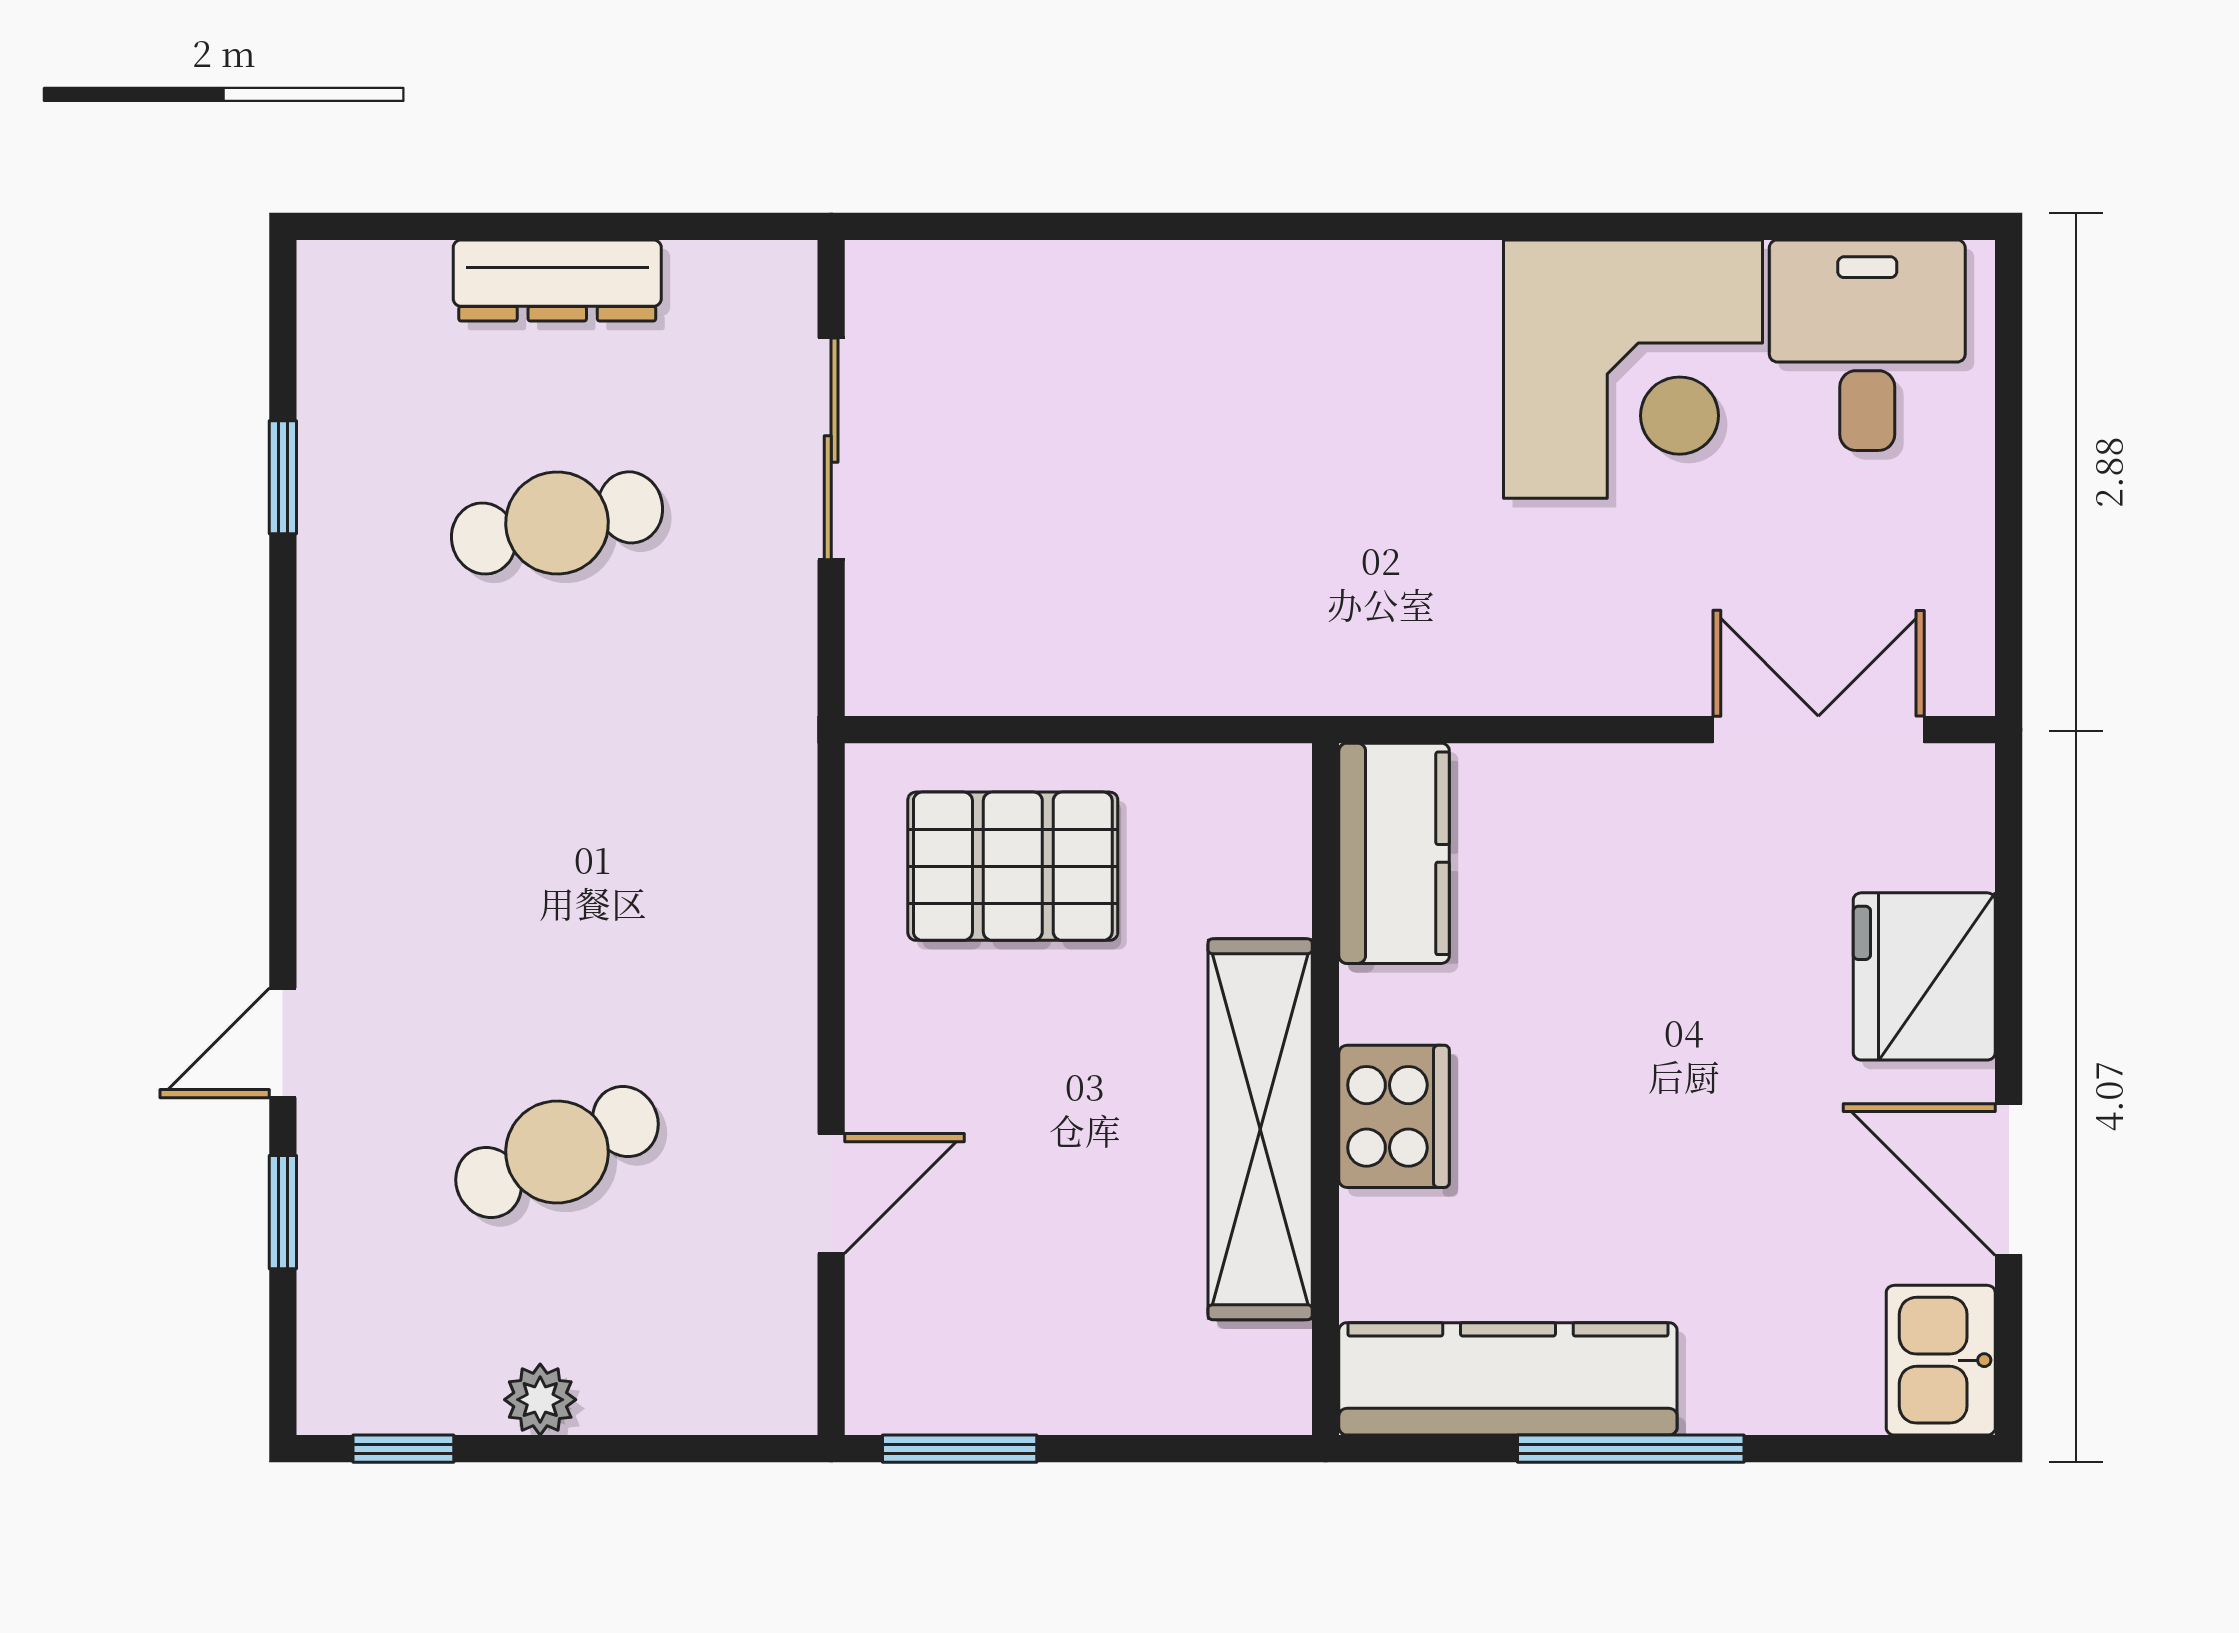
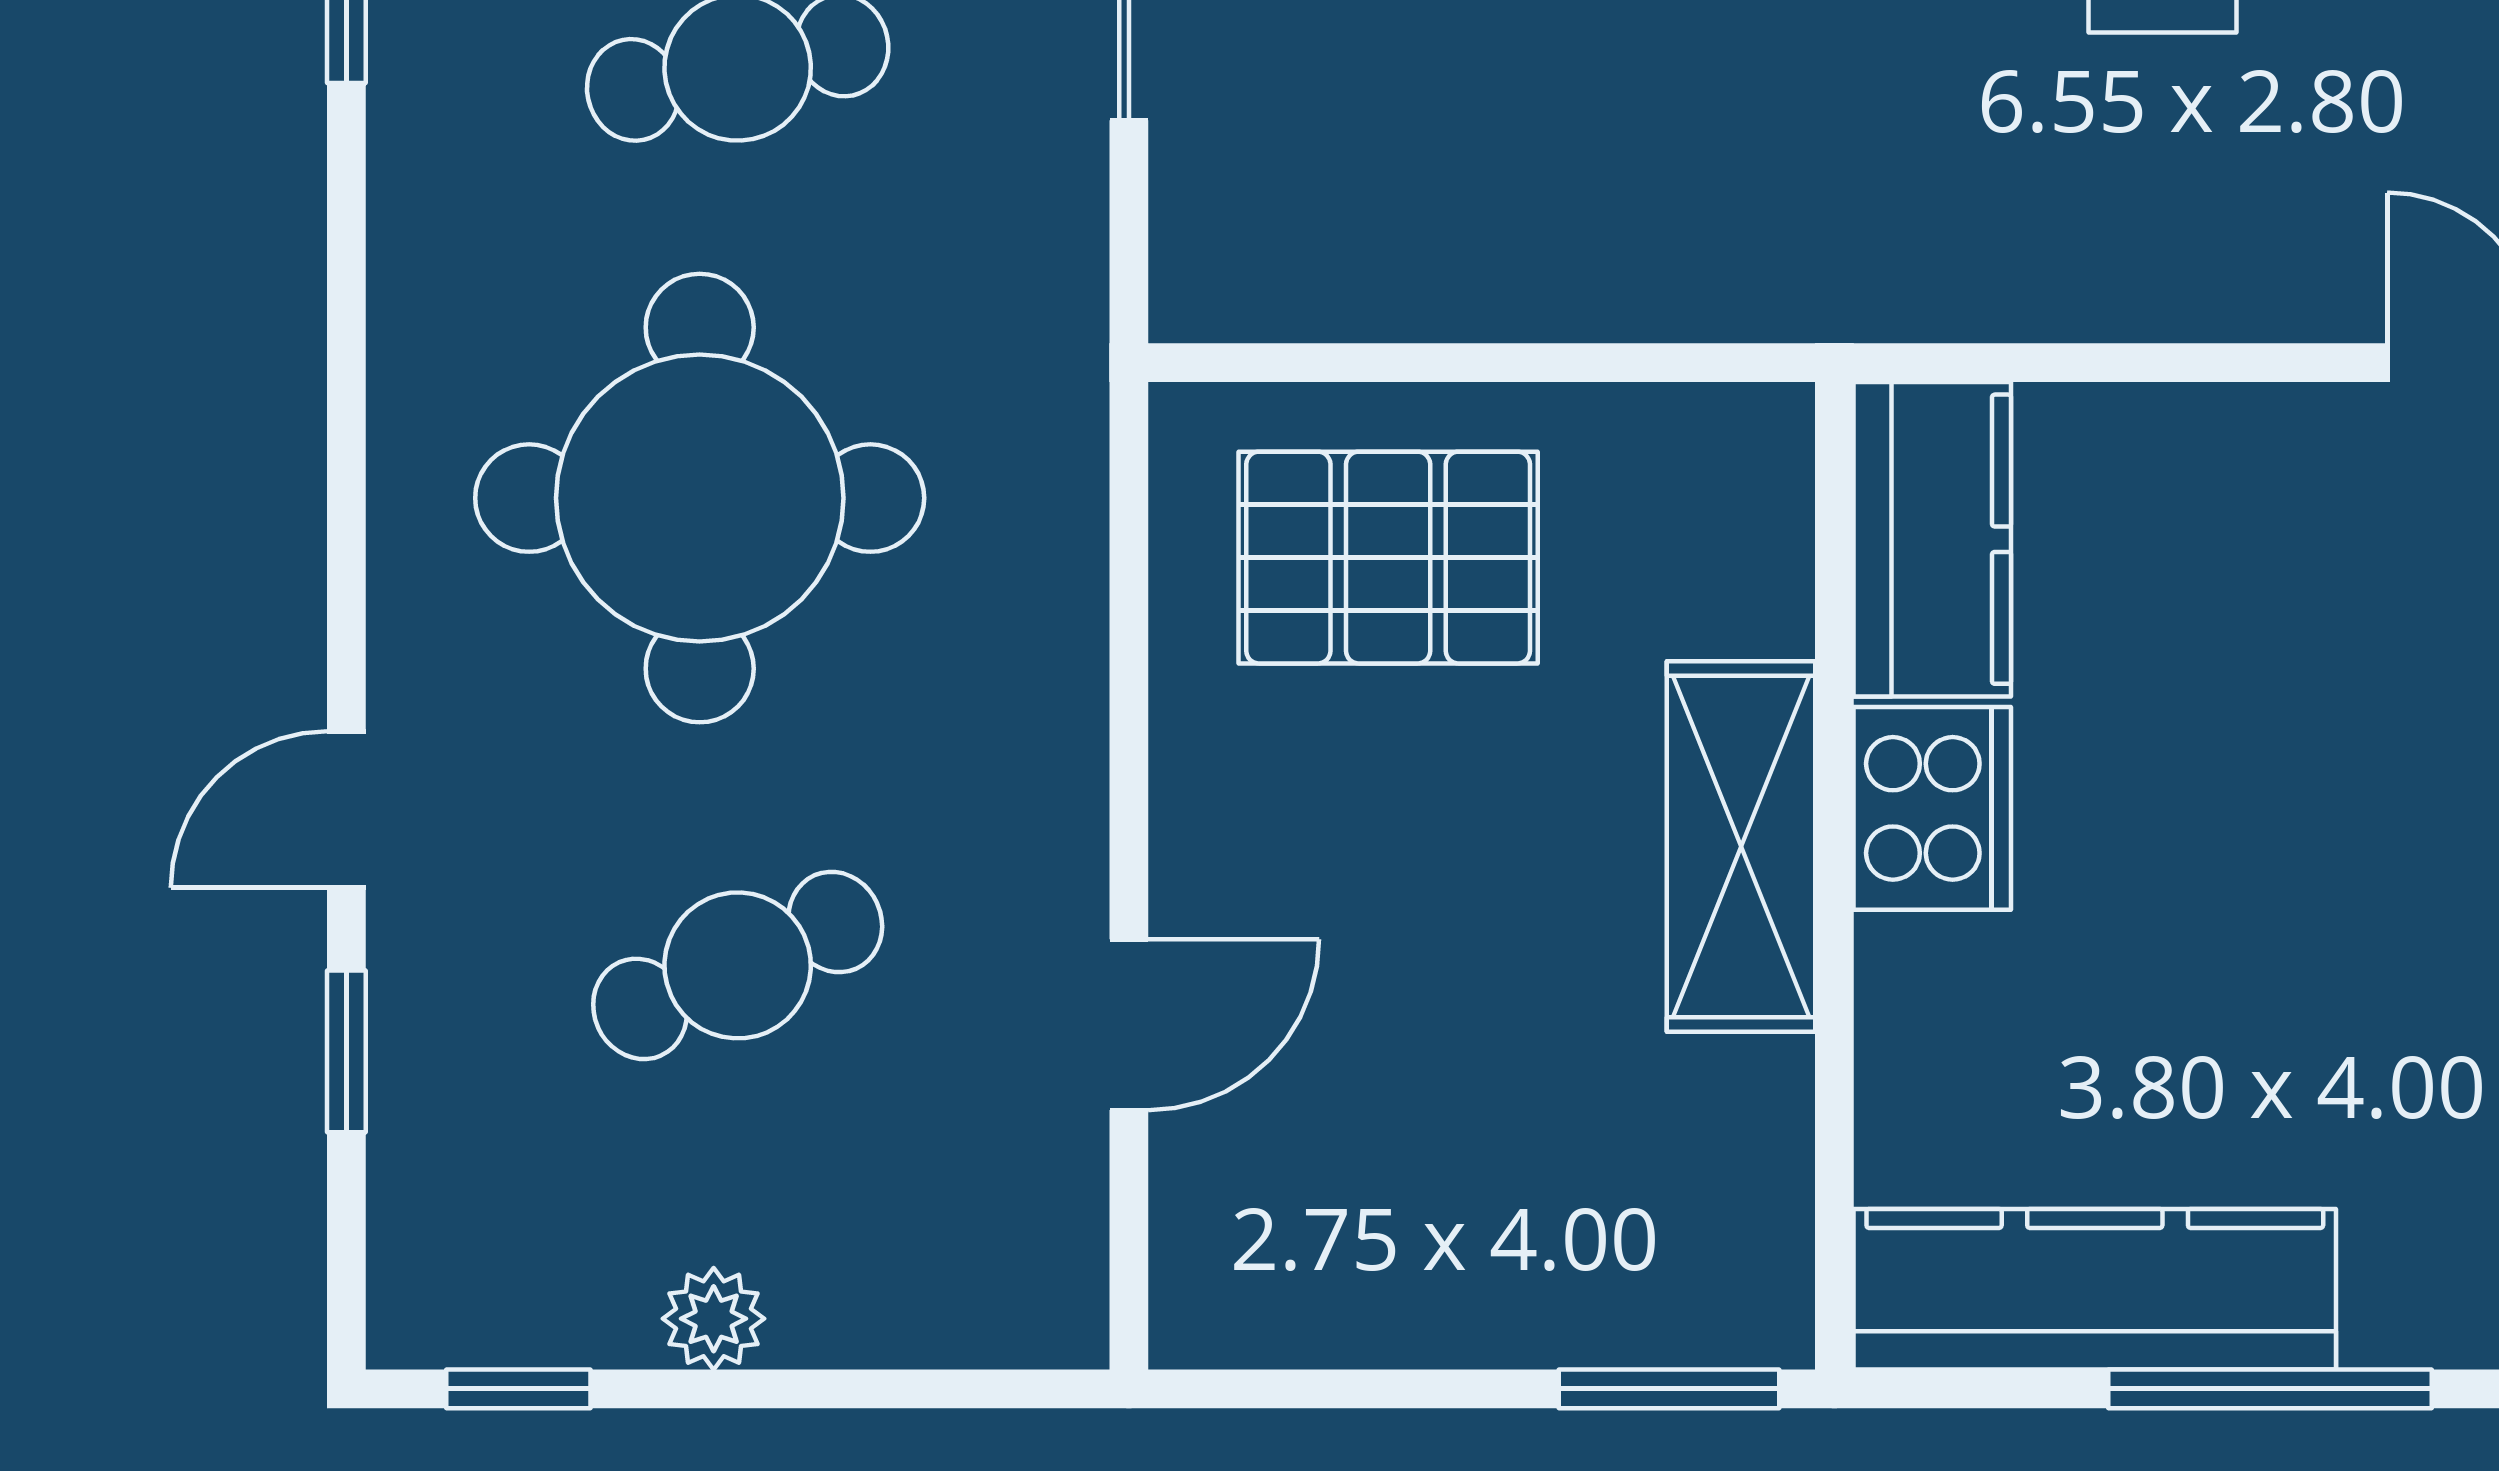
round table: (530, 824) -> (700, 498), added
cooker: (1394, 1116) -> (1932, 808), moved
shelving: (1260, 1129) -> (1741, 846), width x0.68
window: (960, 1449) -> (1669, 1389), moved

